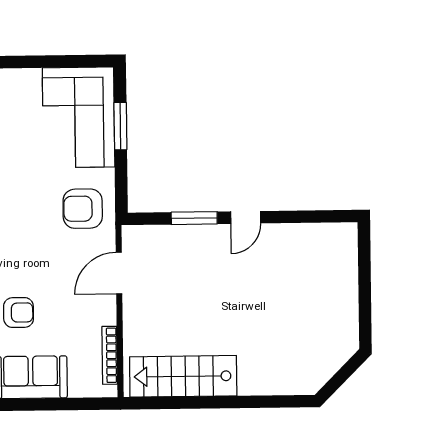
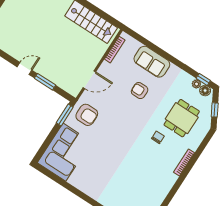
window: (120, 126) -> (65, 115), moved

